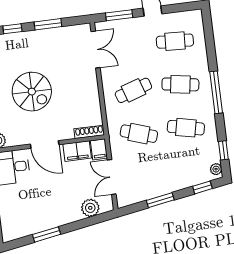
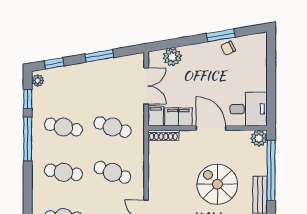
cafe table: (133, 90) -> (113, 172), turned 39
window: (216, 92) -> (28, 139), moved
chair: (38, 223) -> (228, 48), added

